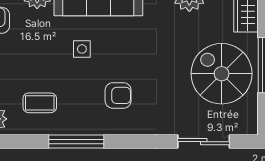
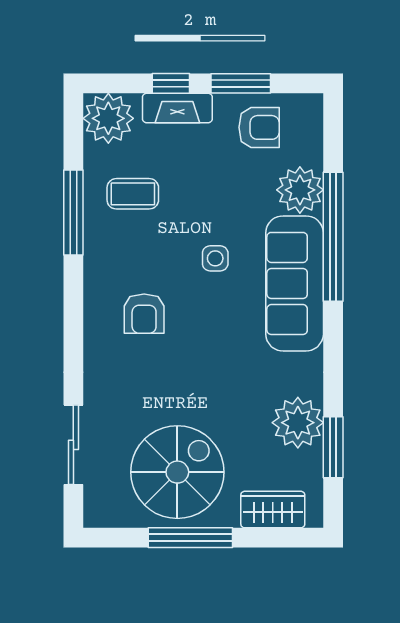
coffee table: (40, 103) -> (133, 194), turned 90
window: (76, 142) -> (73, 213), moved

